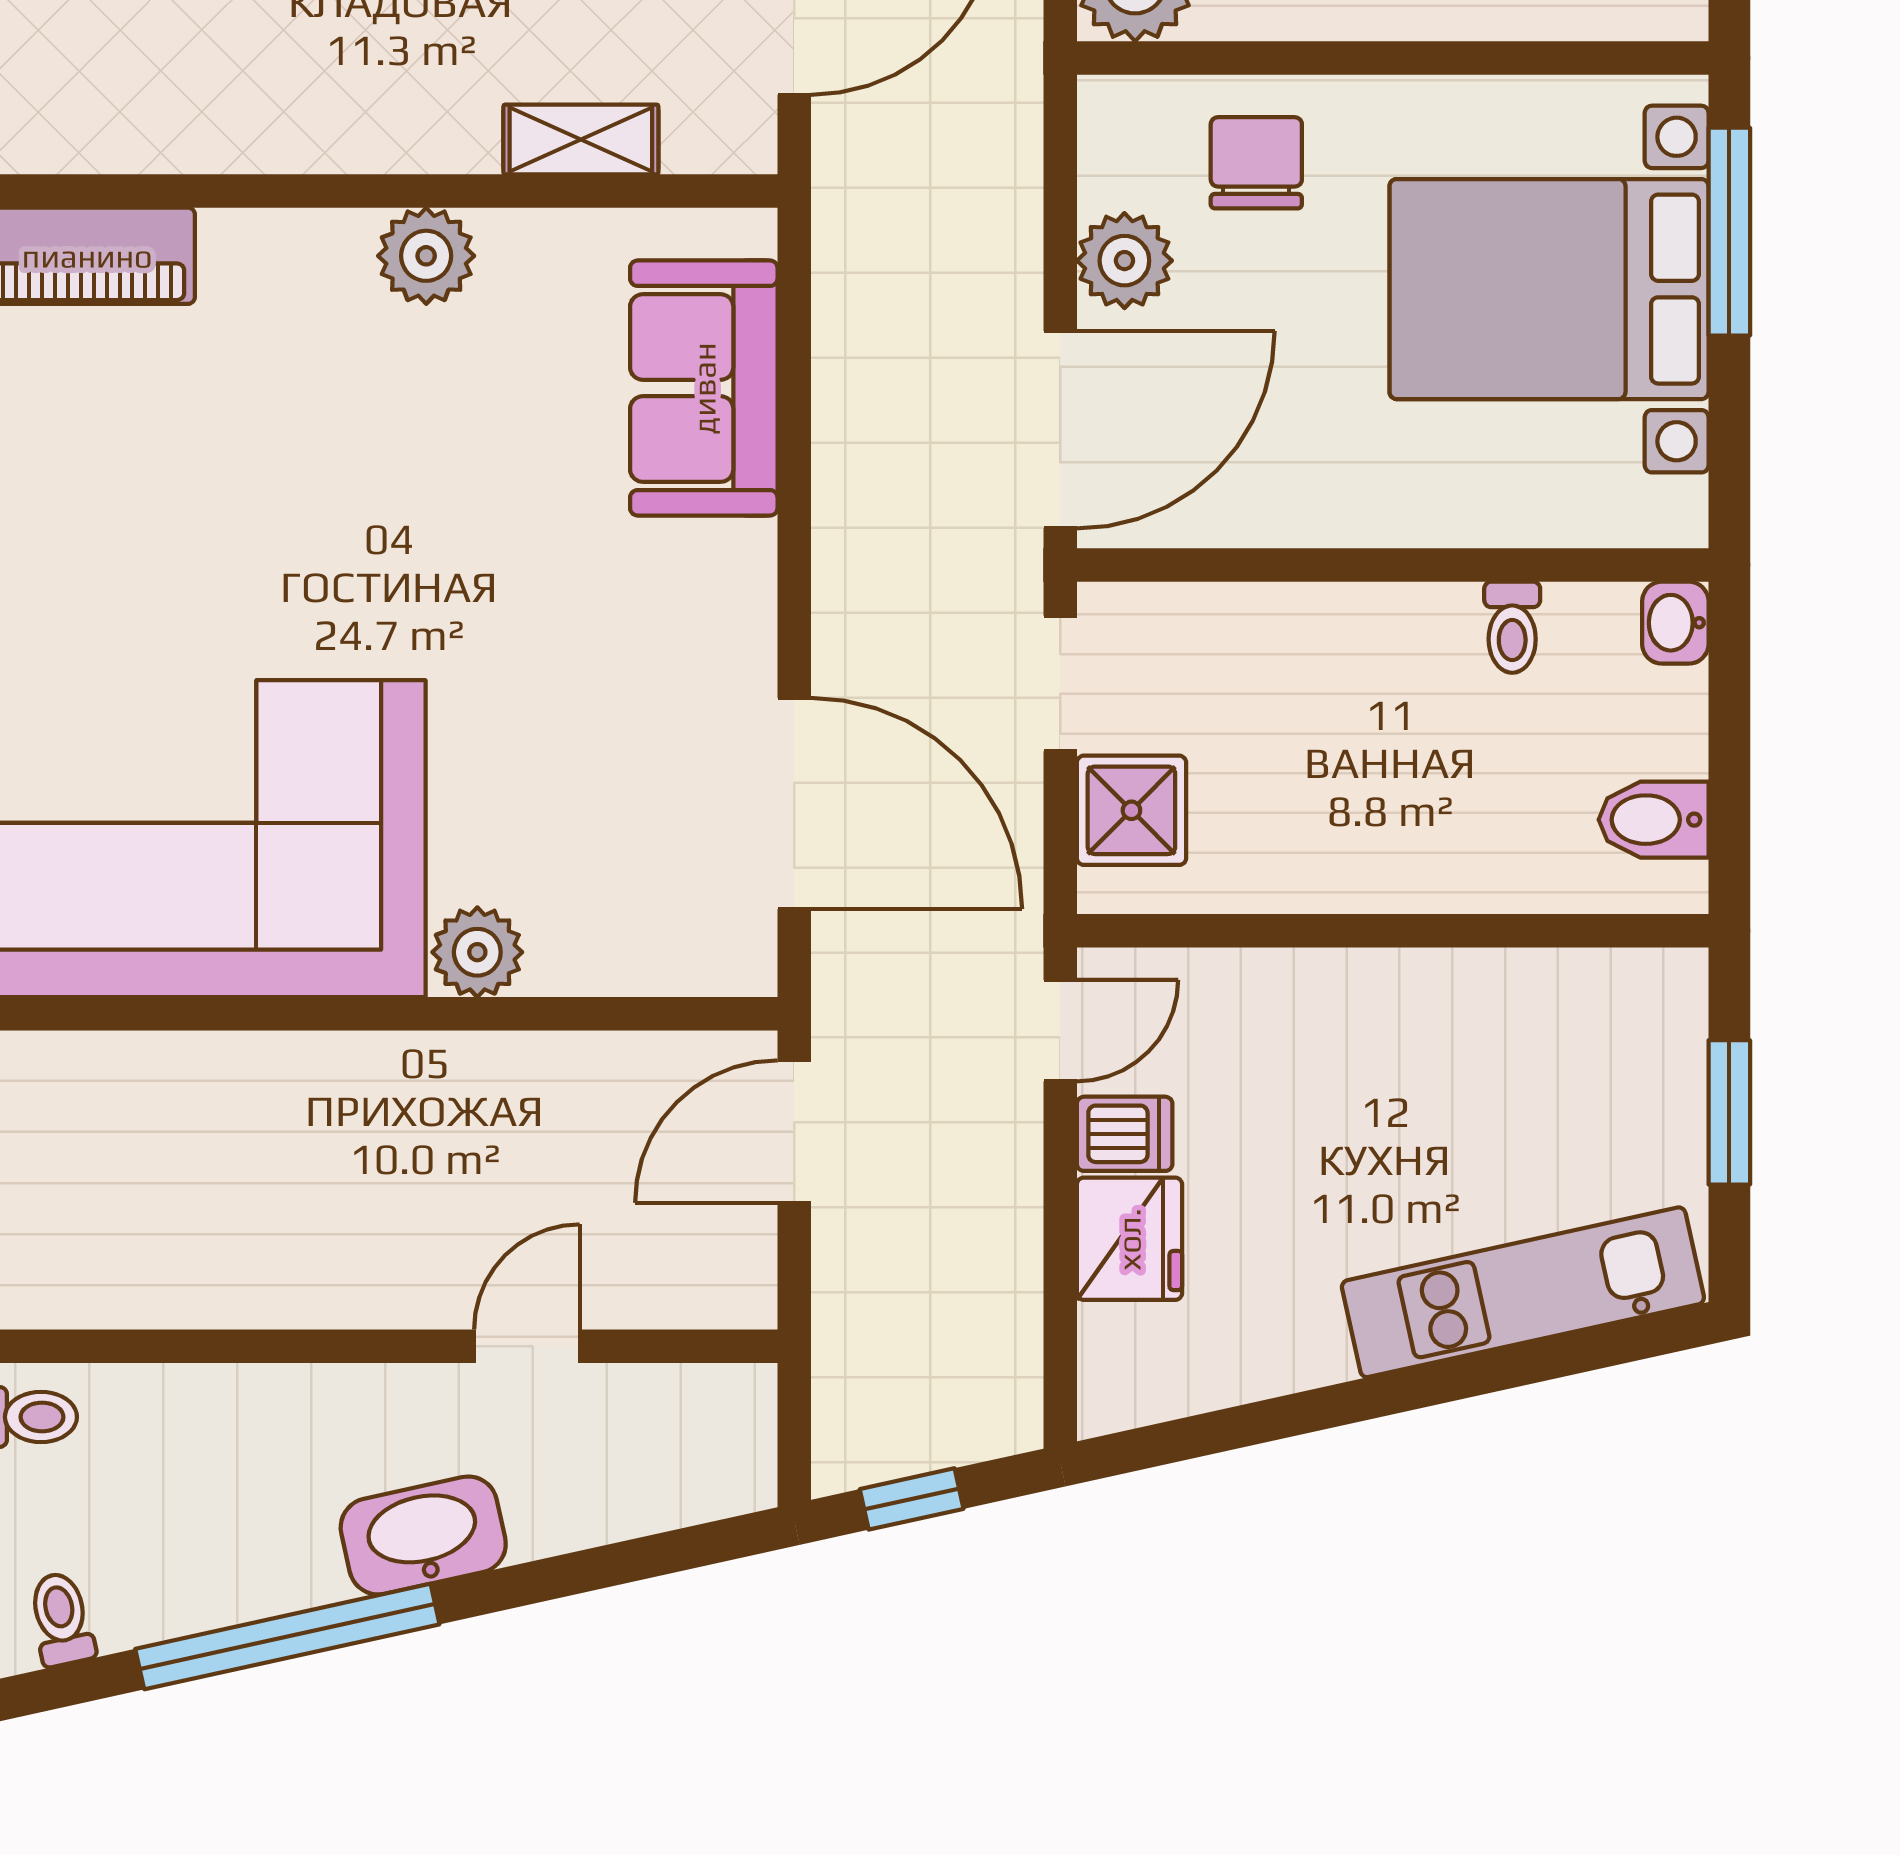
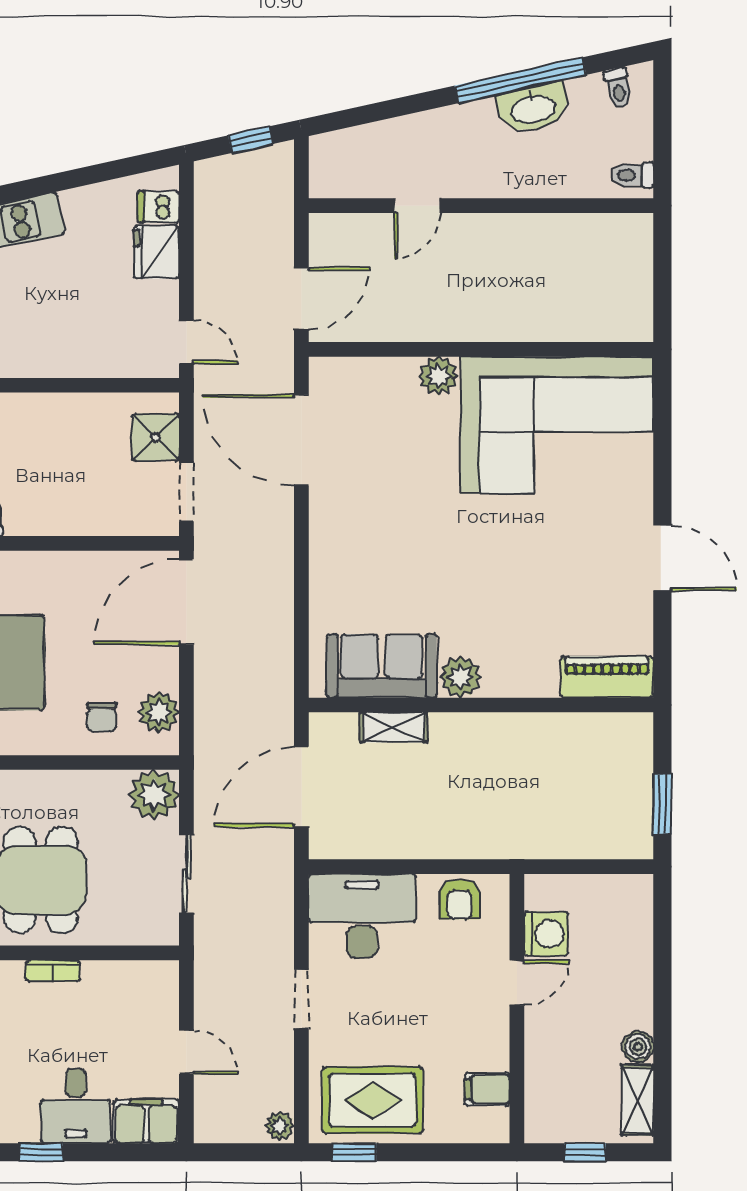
chair: (1256, 163) -> (102, 717), width x0.73, depth x0.73
plant: (1124, 261) -> (159, 712), moved
sofa: (704, 388) -> (382, 666), moved, turned -90
door: (1060, 1031) -> (186, 342), swing flipped
dishwasher: (1125, 1134) -> (159, 207), moved
washbasin: (423, 1536) -> (533, 108), moved

